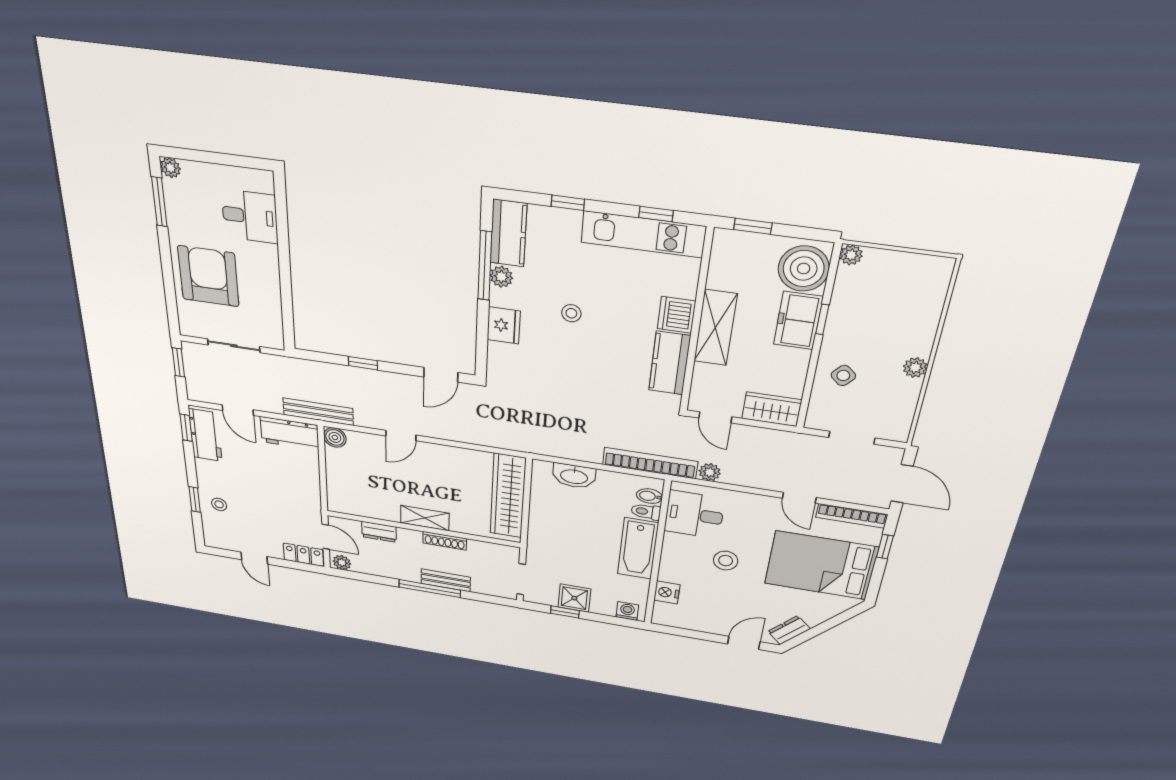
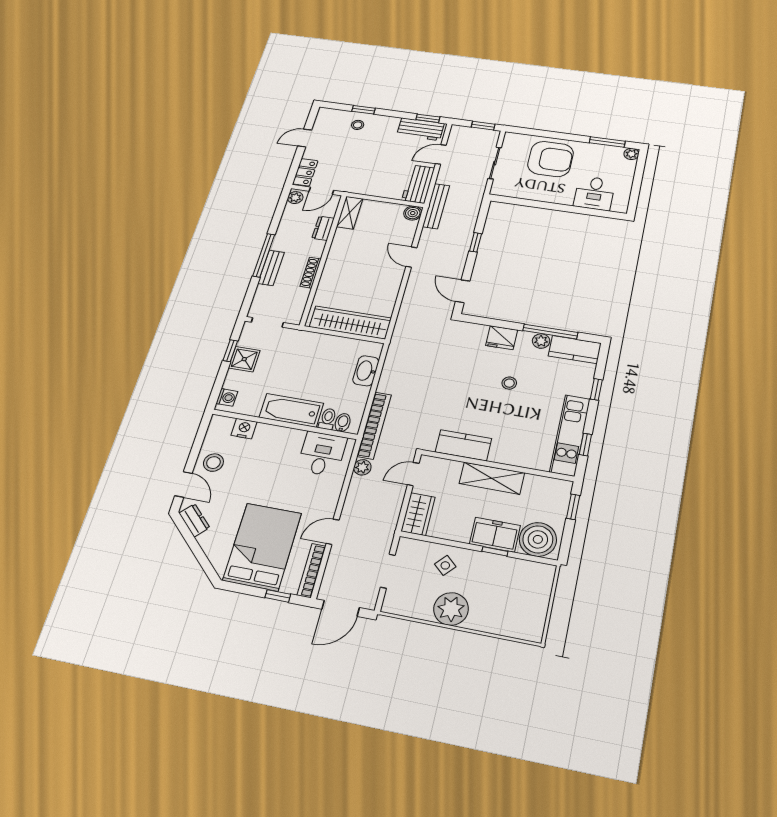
plant: (851, 255) -> (547, 572), removed
dishwasher: (676, 315) -> (504, 453), removed
plant: (915, 368) -> (451, 609), width x1.88, depth x1.88
shelving: (425, 518) -> (350, 213), moved
stool: (726, 561) -> (213, 463), moved

